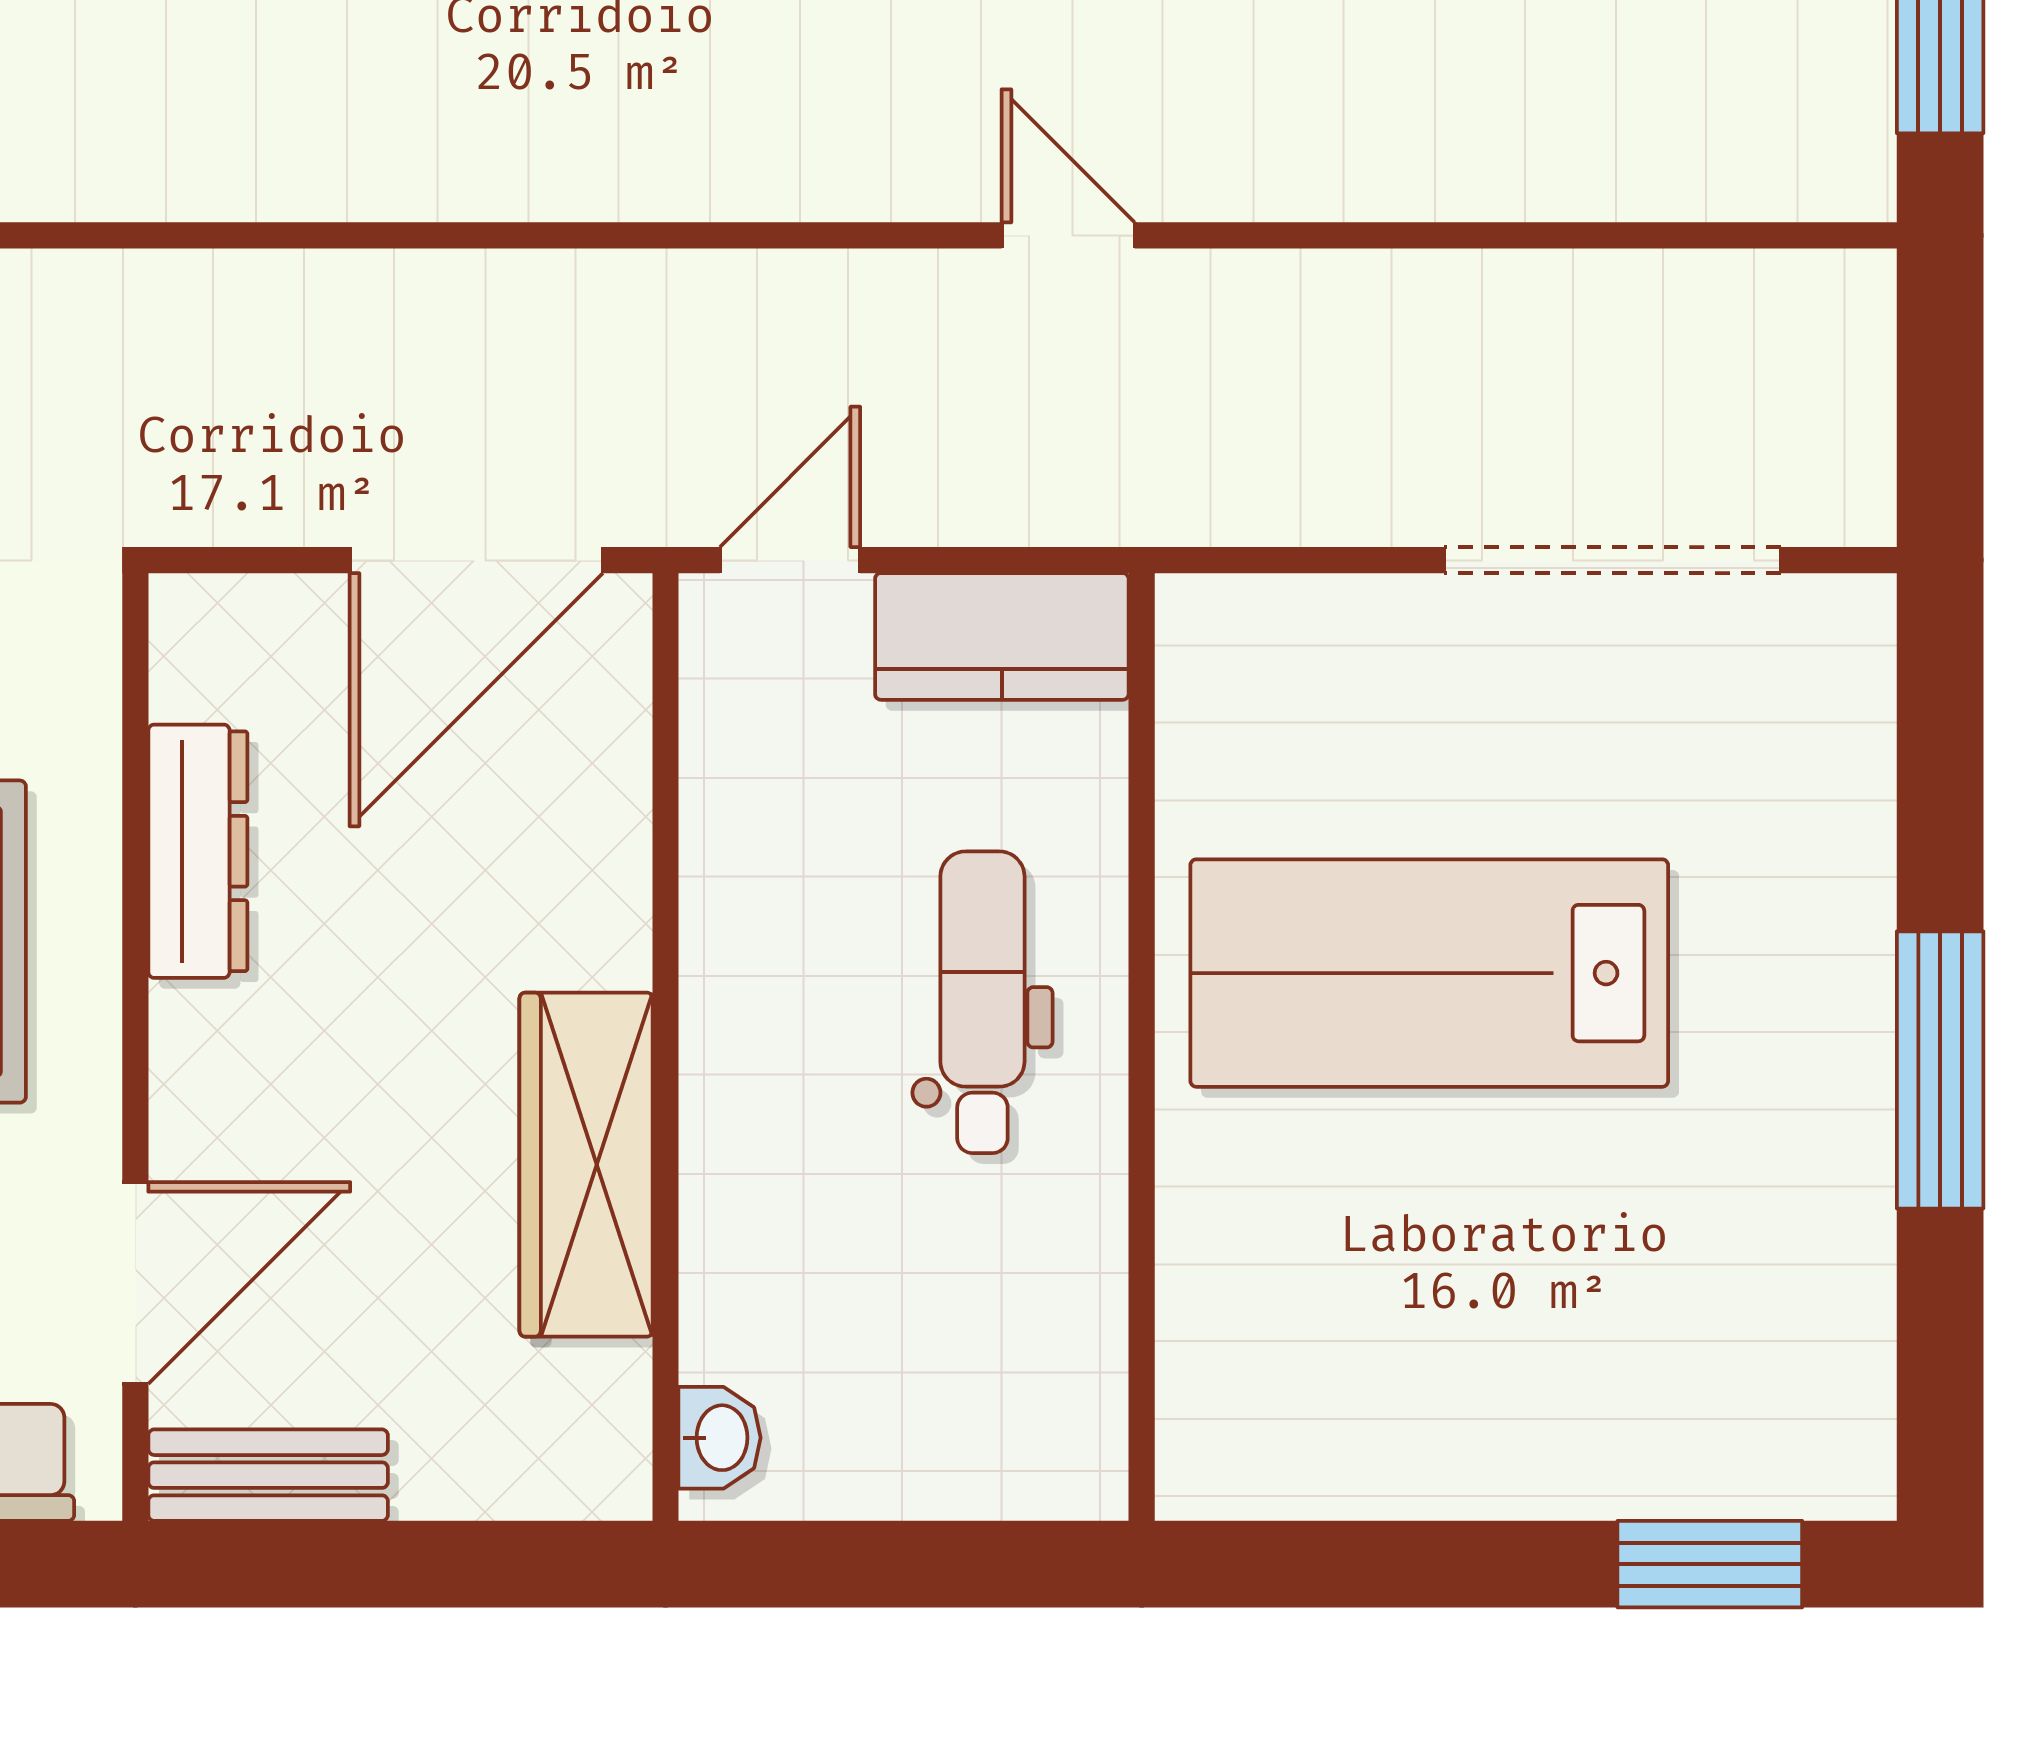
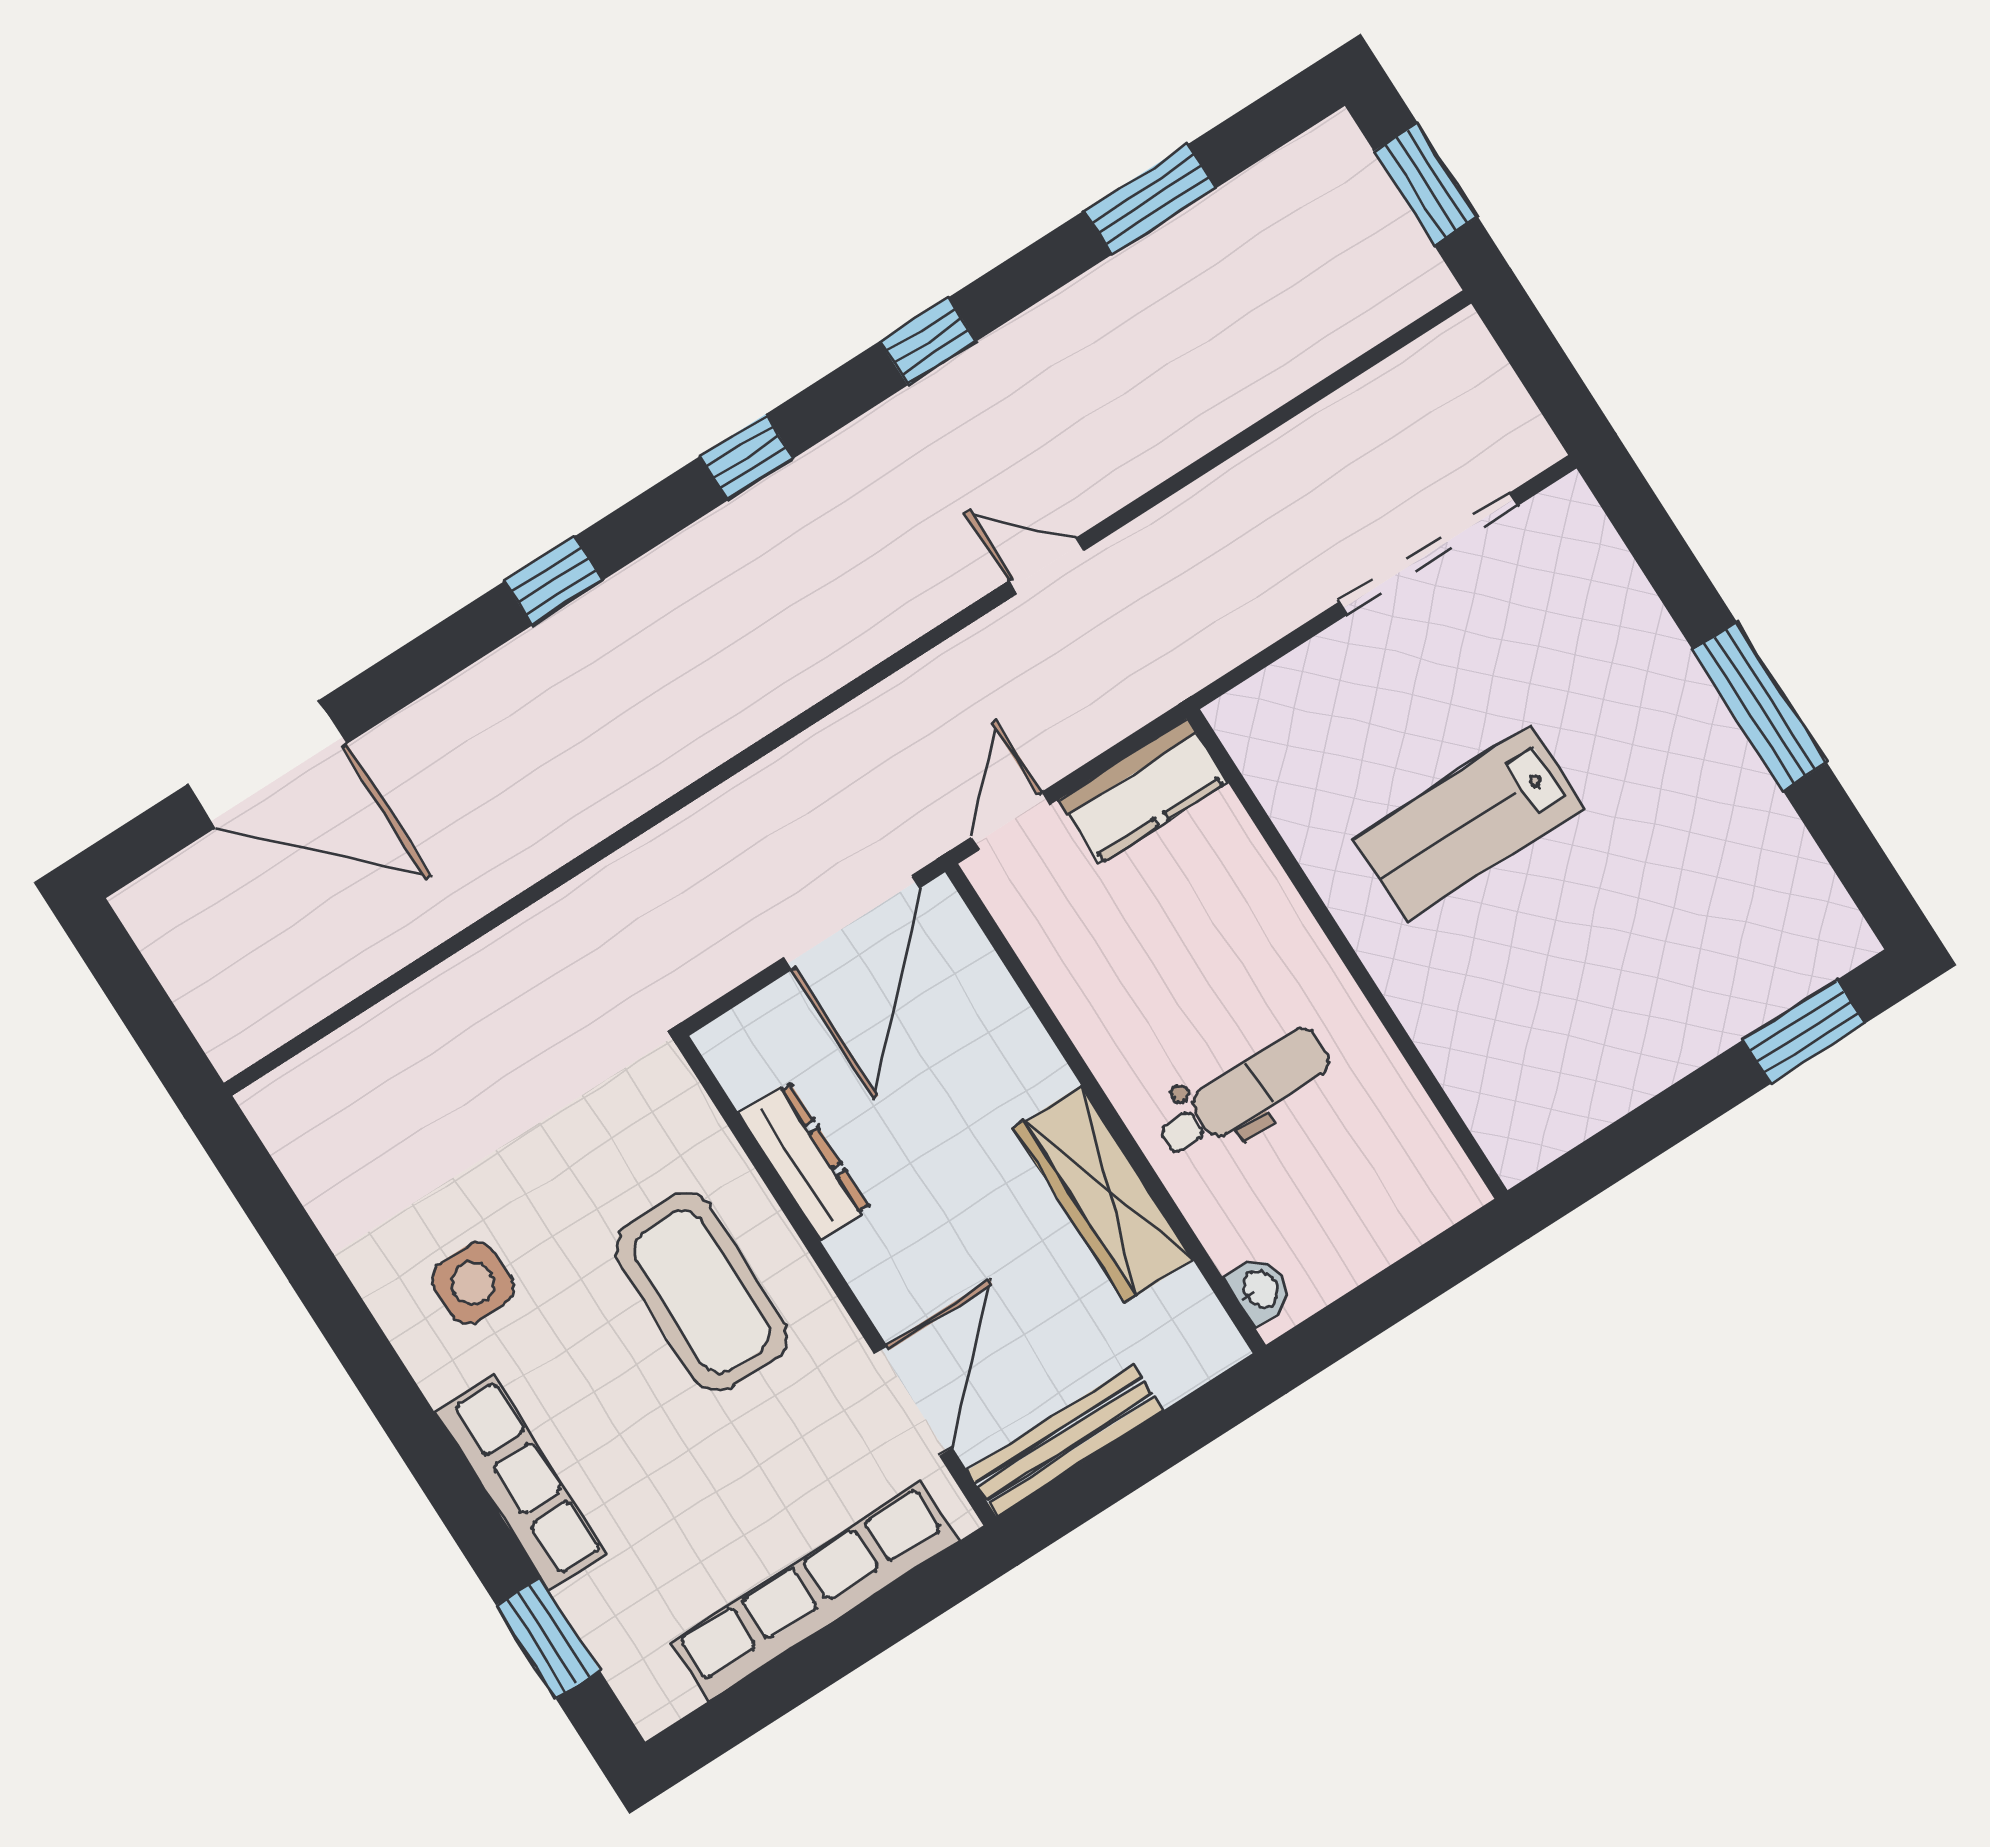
lab bench: (1429, 973) -> (1469, 823), width x0.73, depth x0.72
dental chair: (982, 1002) -> (1244, 1093), moved, turned 90
bench: (268, 1475) -> (1065, 1441), width x1.36

